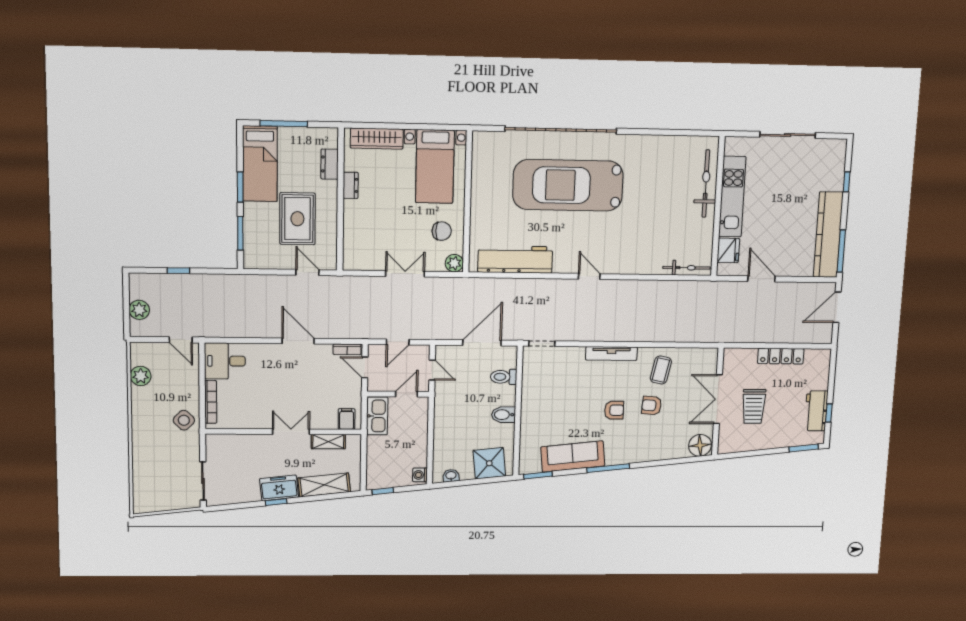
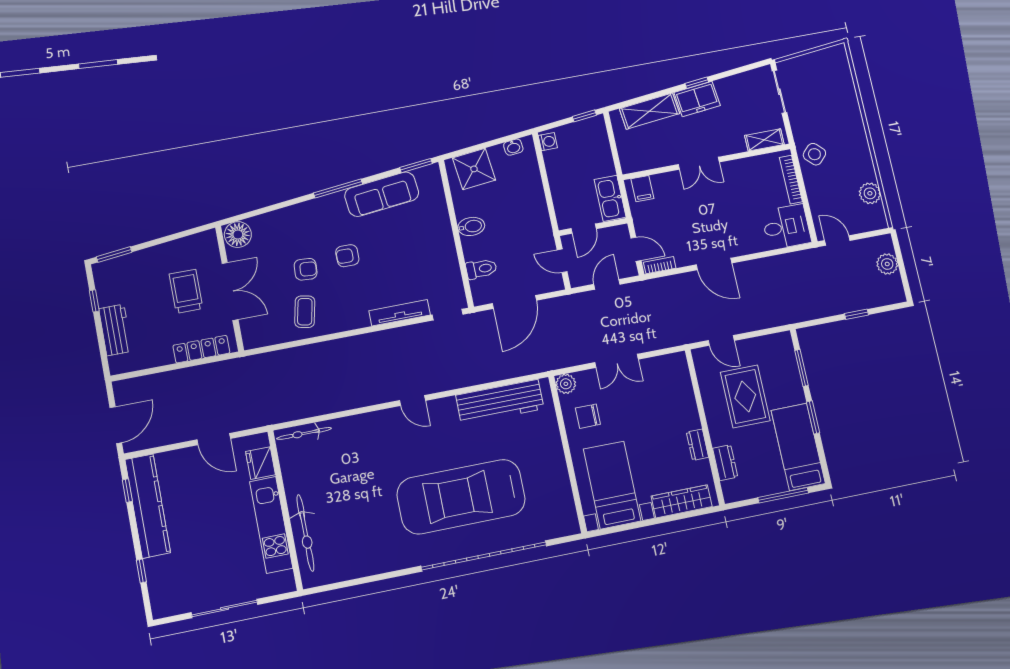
car: (568, 185) -> (461, 497), turned 180
window: (841, 251) -> (127, 491), width x0.46
tv unit: (611, 354) -> (400, 313), moved
locker: (781, 356) -> (201, 349), moved
workbench: (816, 411) -> (115, 330), moved
shelving: (328, 442) -> (764, 140), moved

